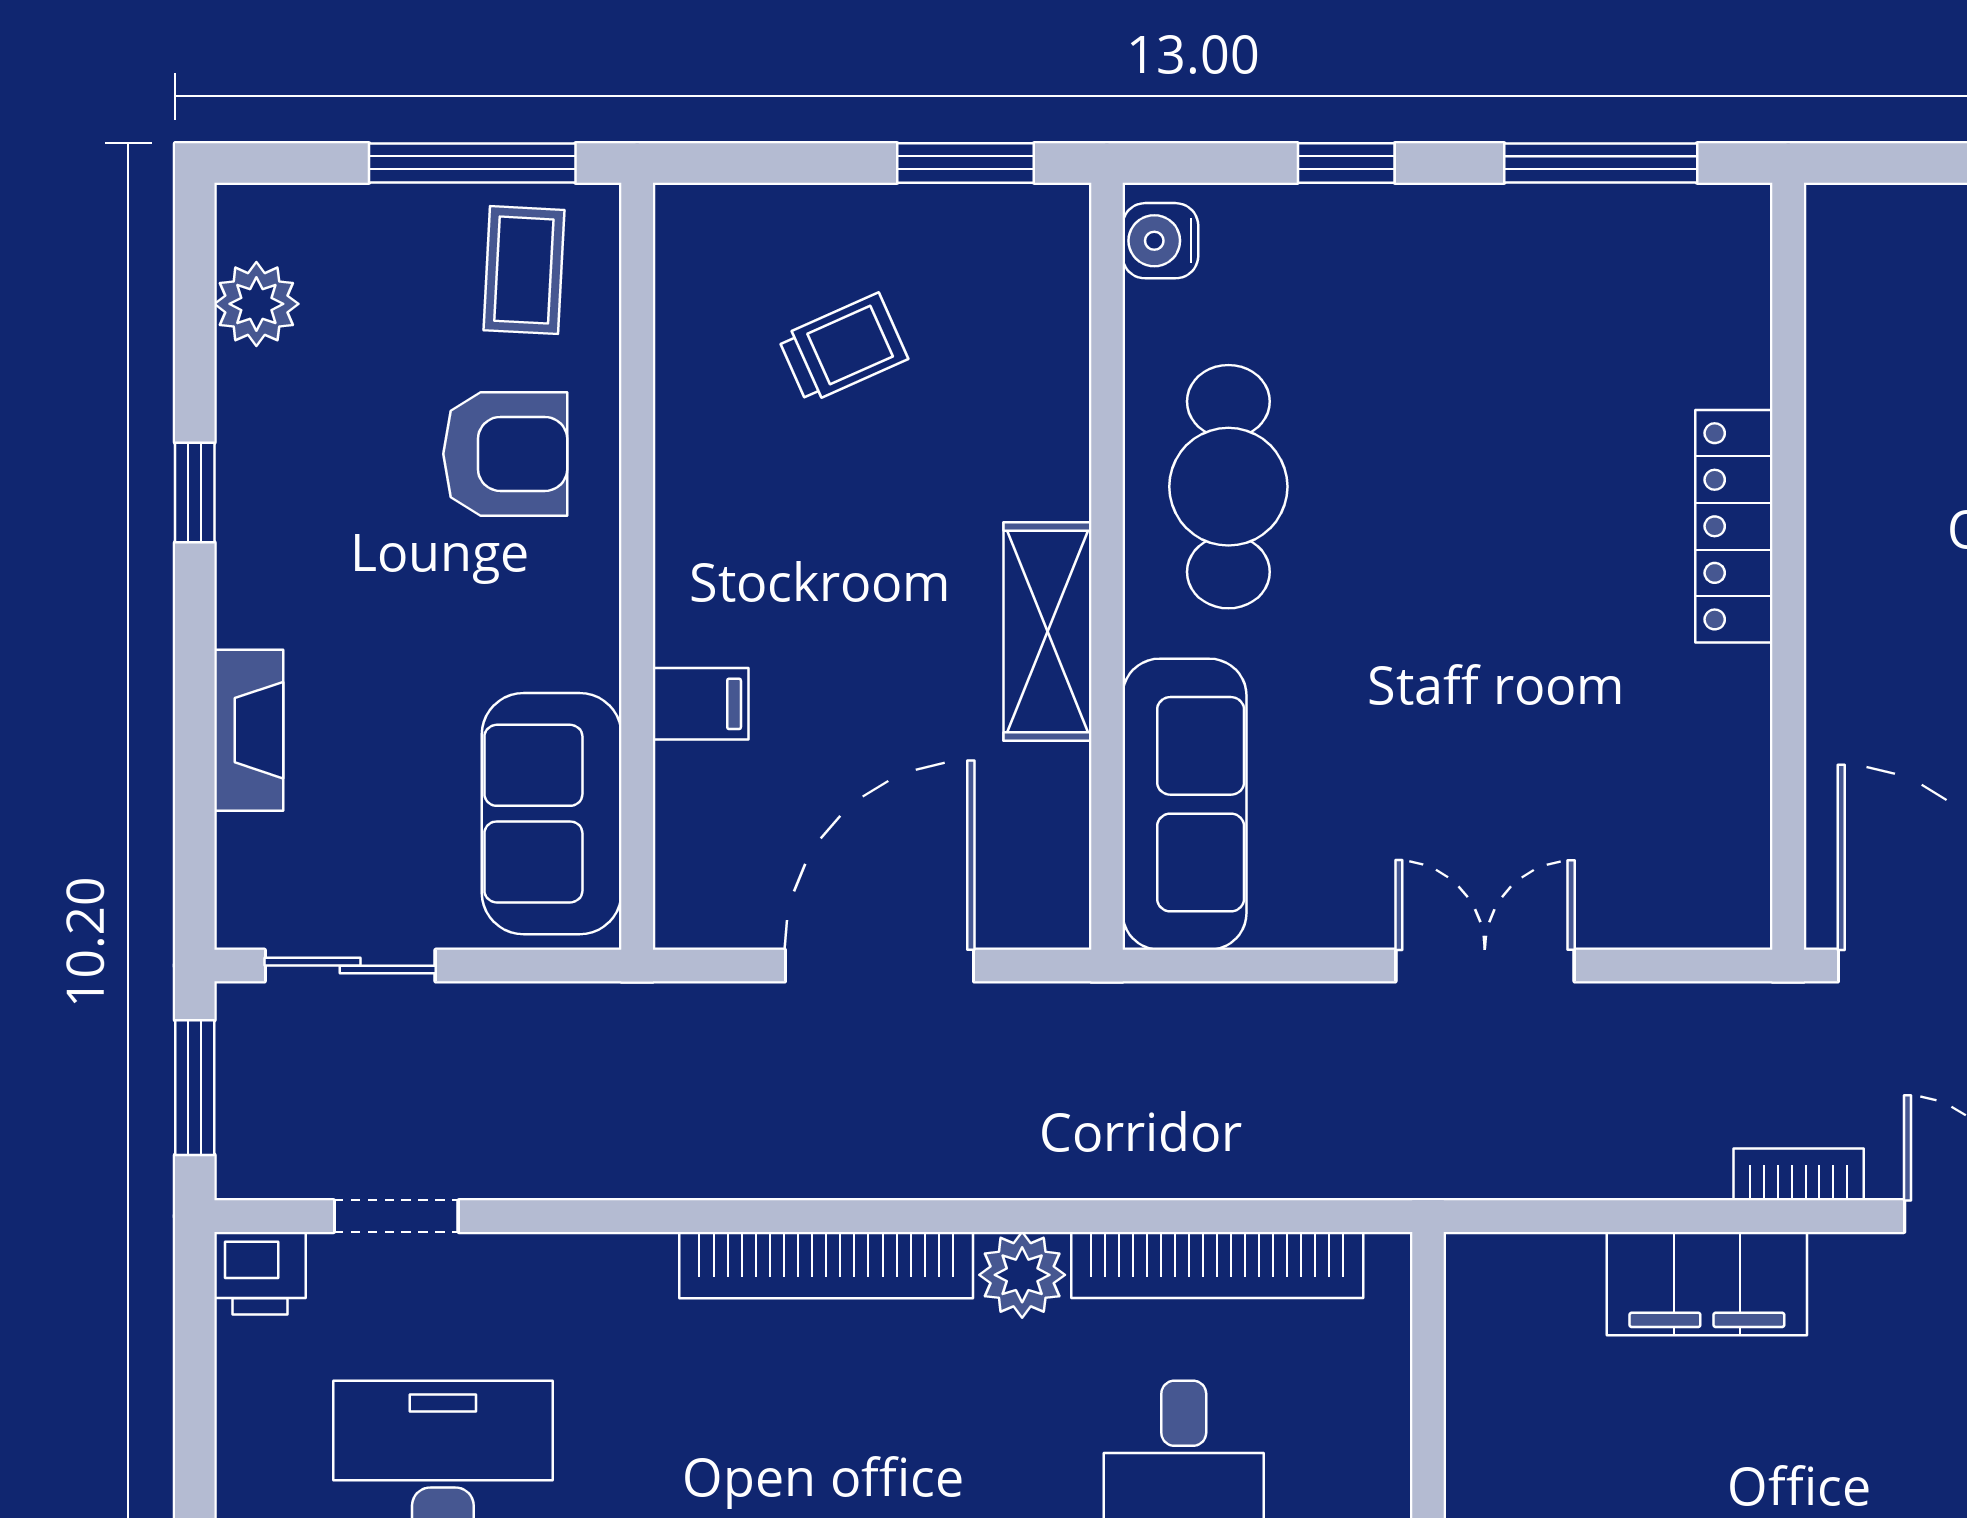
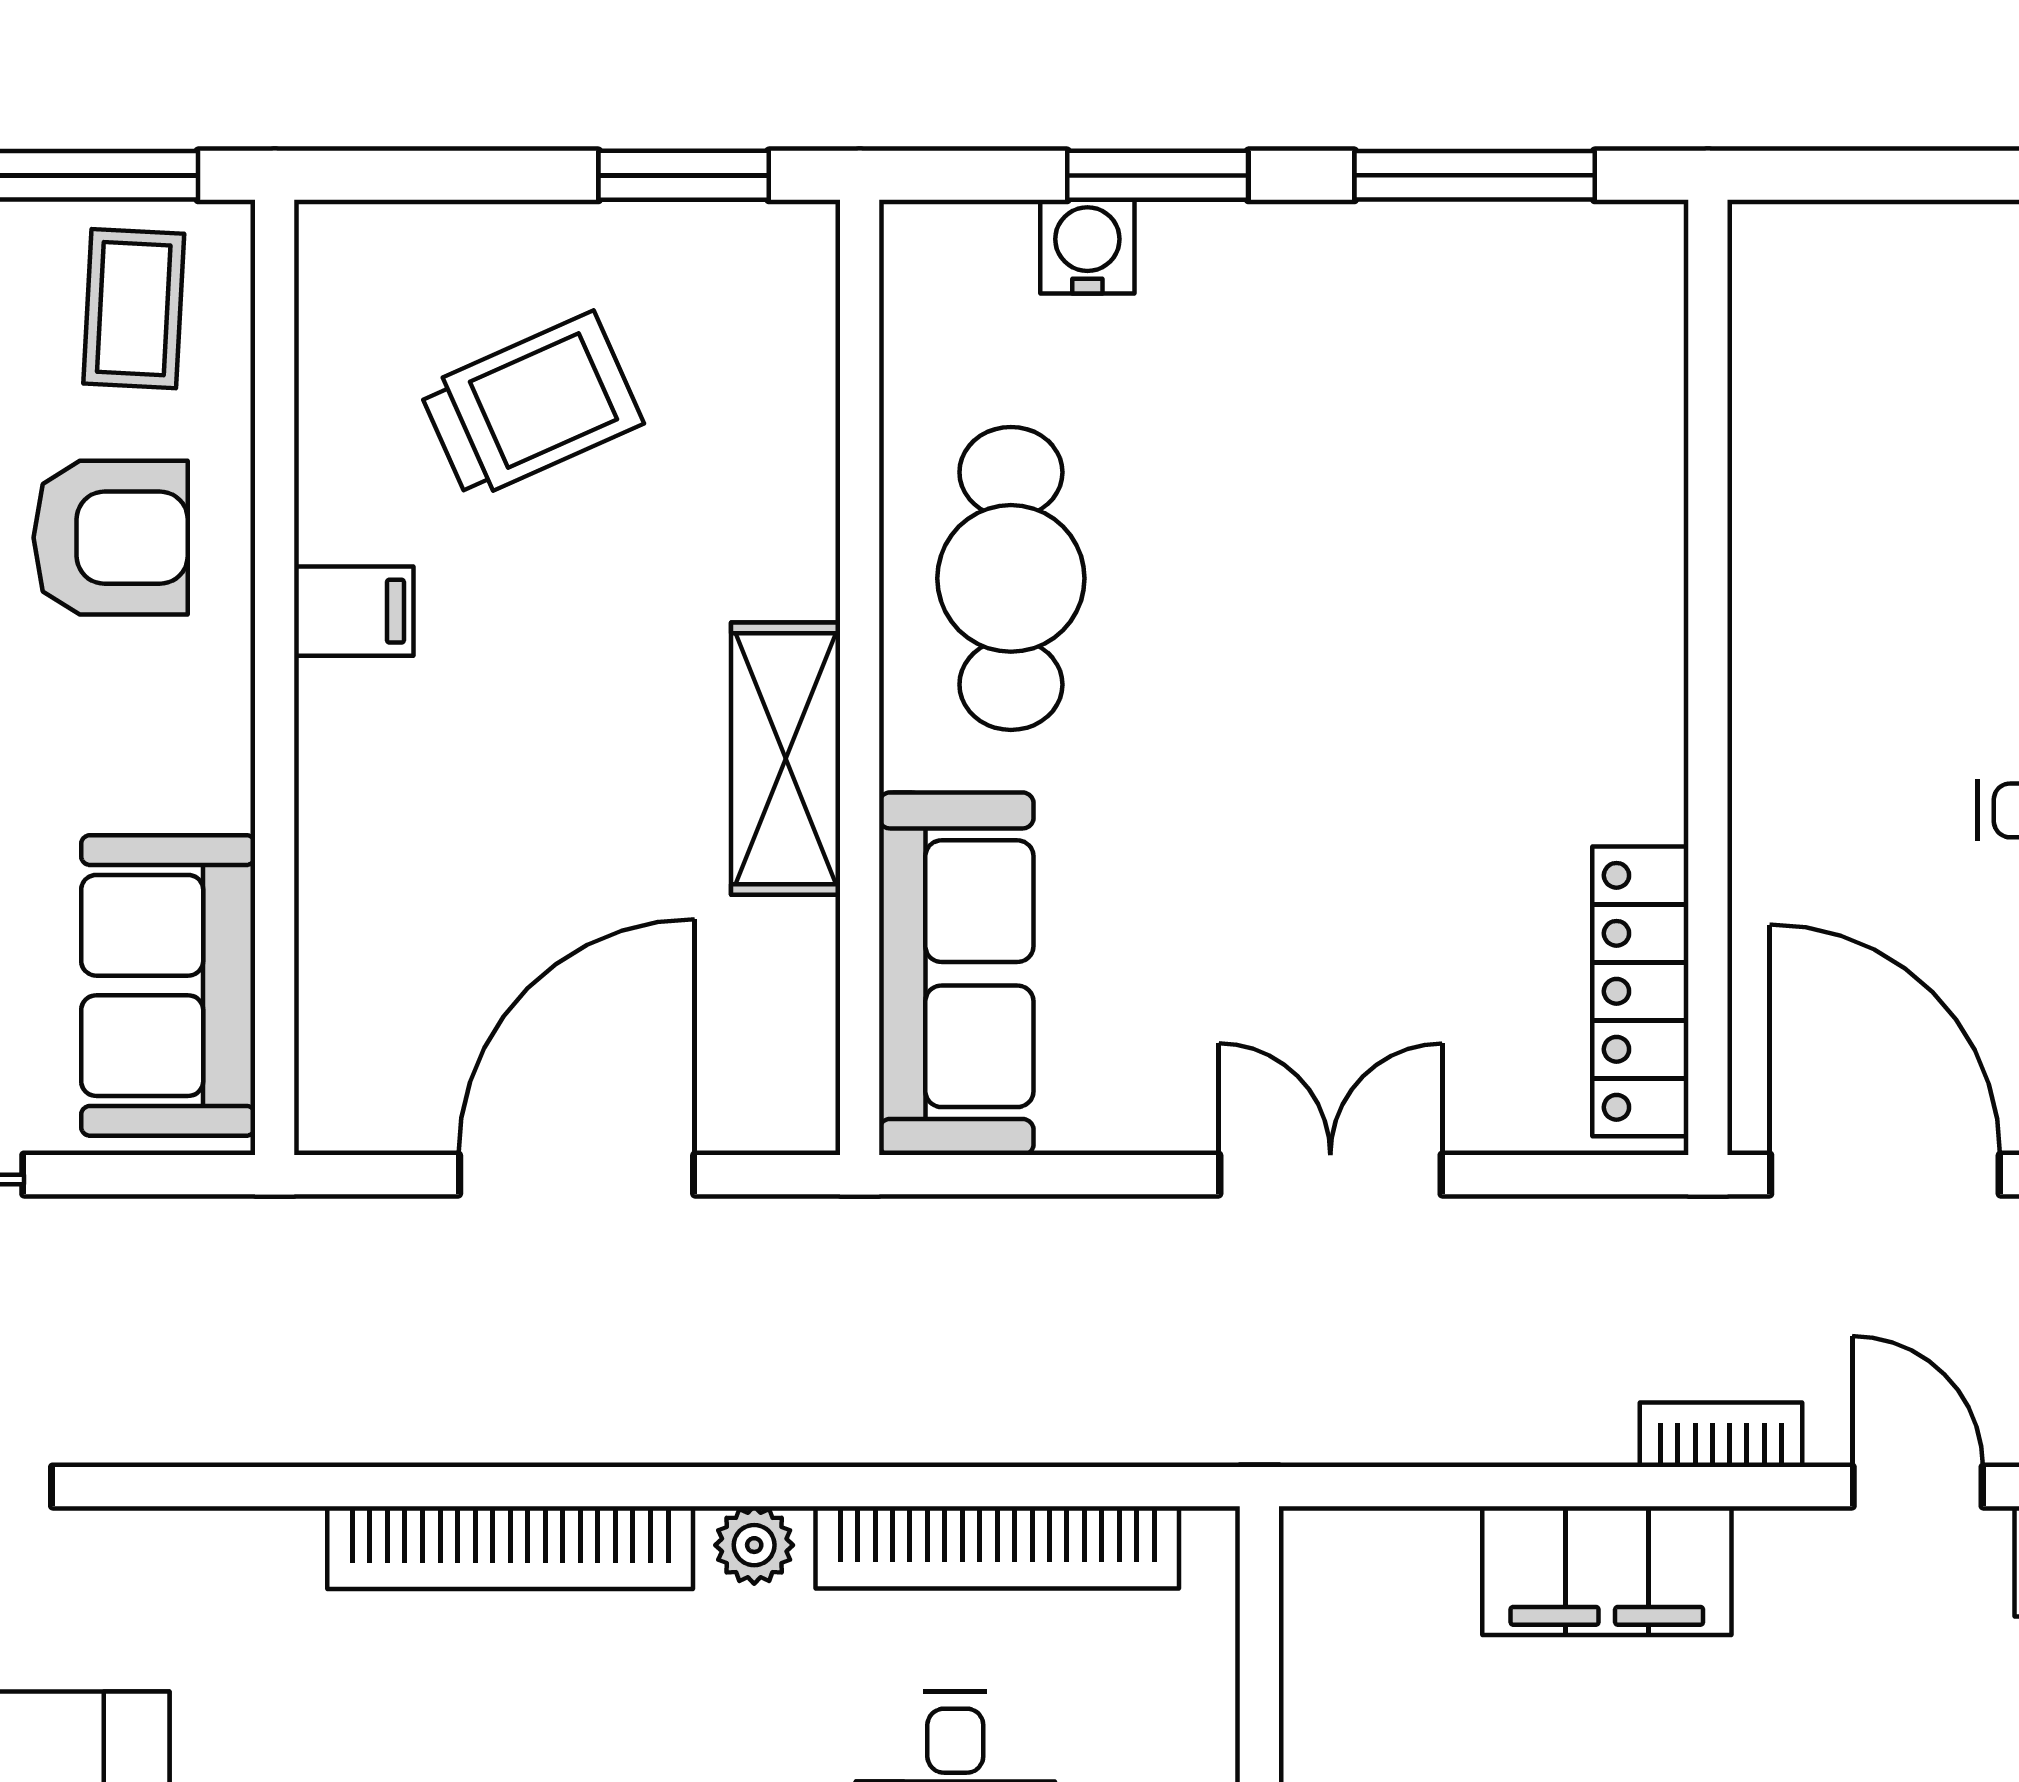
window: (1346, 163) -> (1158, 175), width x1.50
water cooler: (1160, 241) -> (1087, 247), moved, turned 90
trolley: (843, 348) -> (531, 406), width x1.36, depth x1.39
locker: (1734, 526) -> (1640, 991), moved
filing cabinet: (701, 704) -> (354, 611), moved
plant: (1022, 1275) -> (754, 1545), width x0.73, depth x0.73

